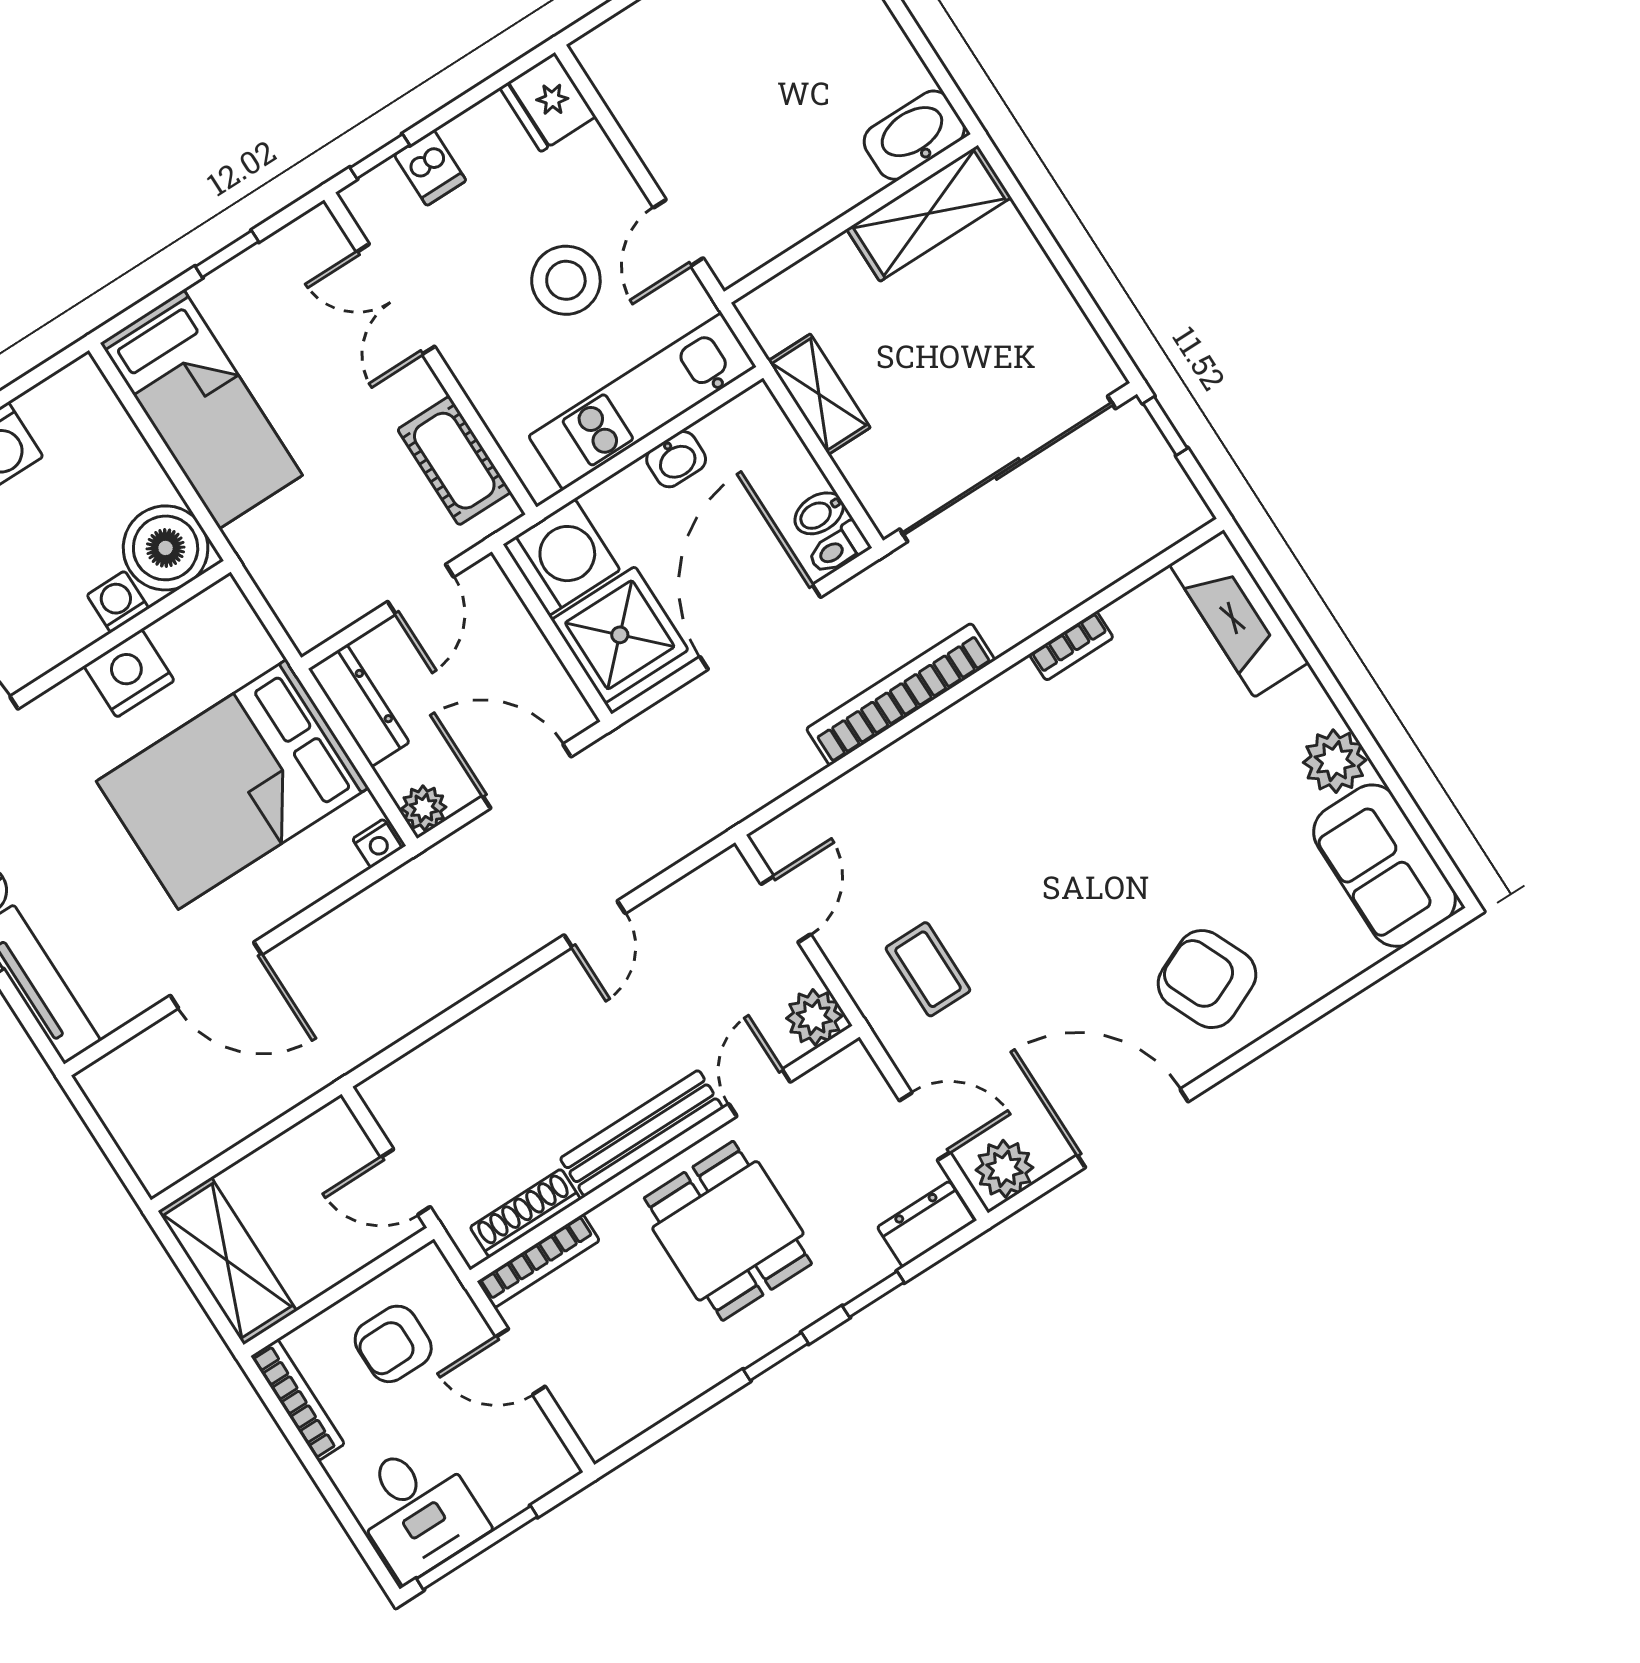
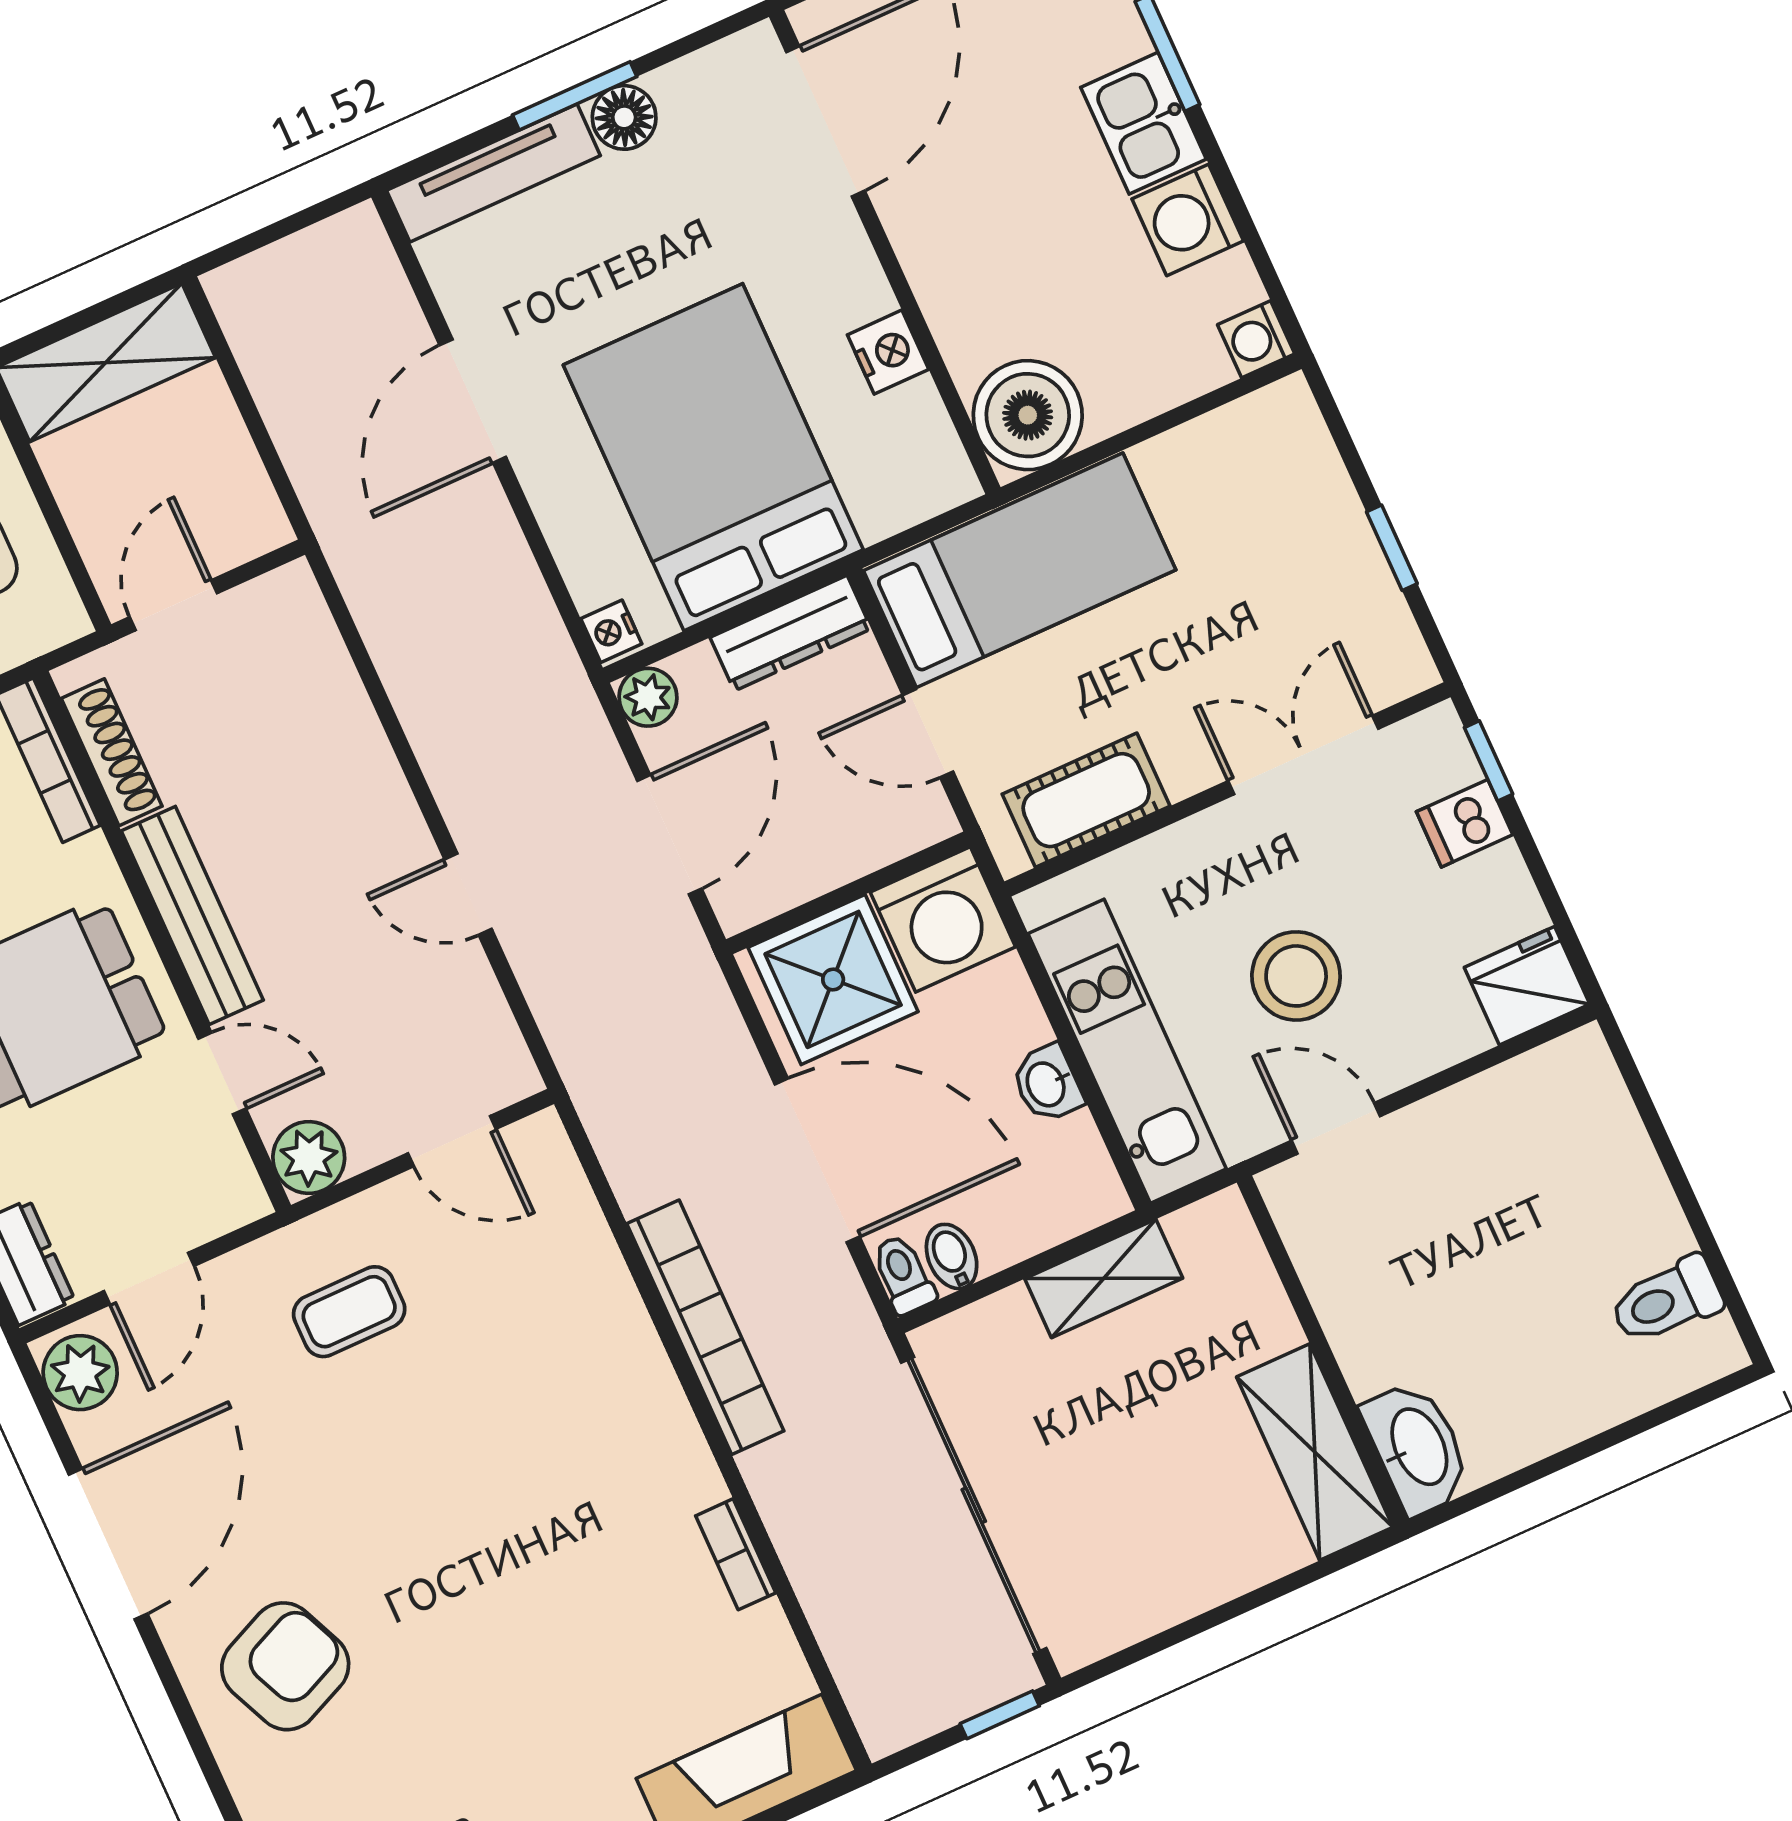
bed: (201, 409) -> (1020, 570), moved, turned 180
washing machine: (118, 602) -> (1256, 339), moved, turned 180
nightstand: (129, 673) -> (888, 352), width x0.74, depth x0.75

